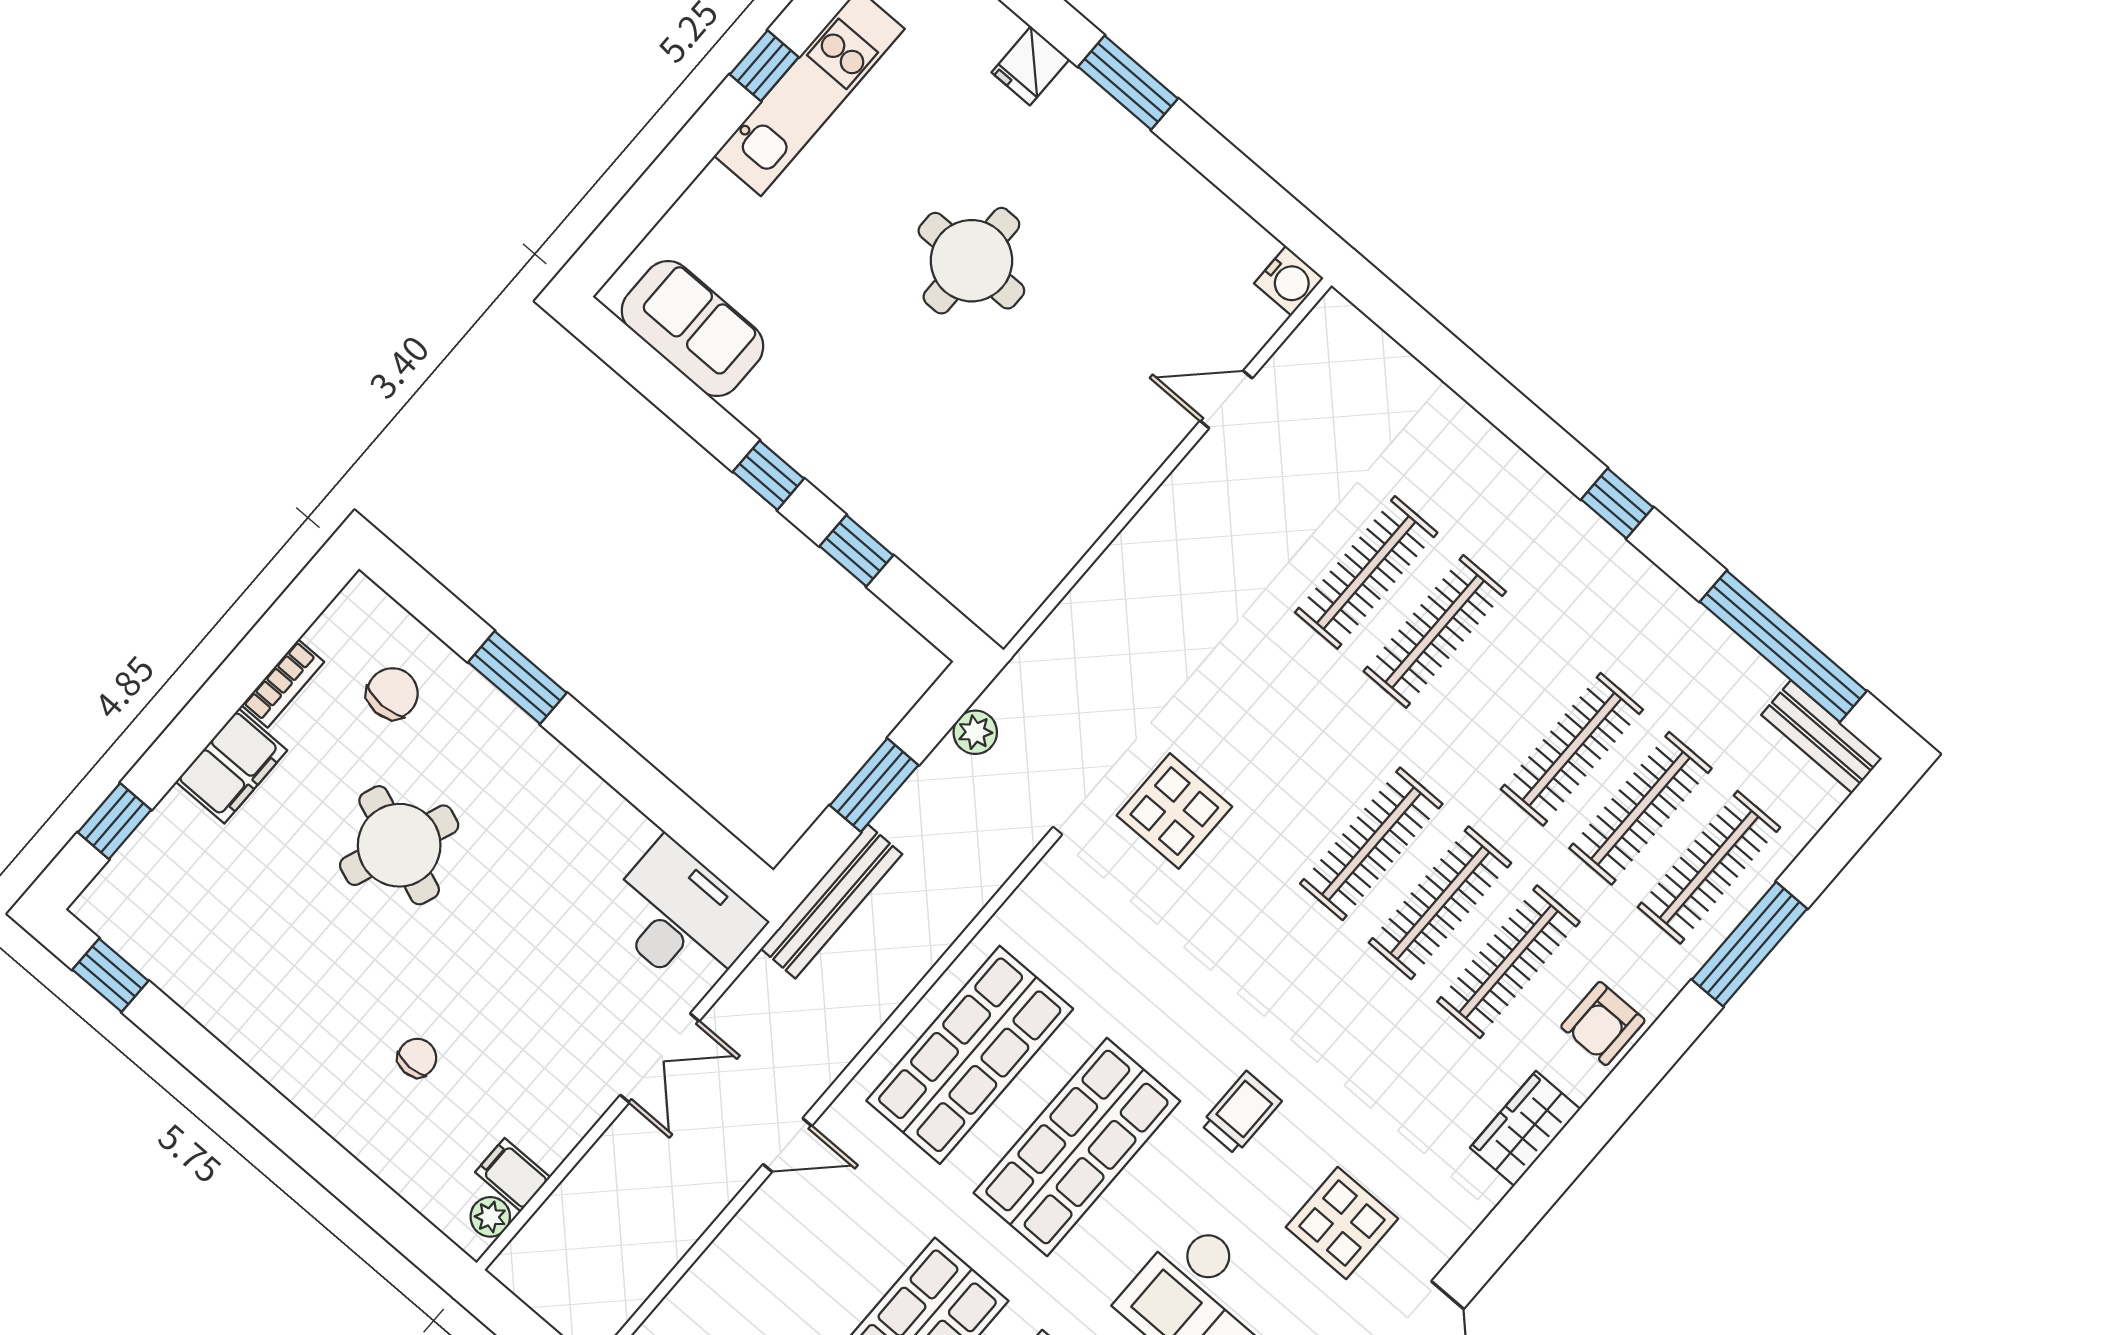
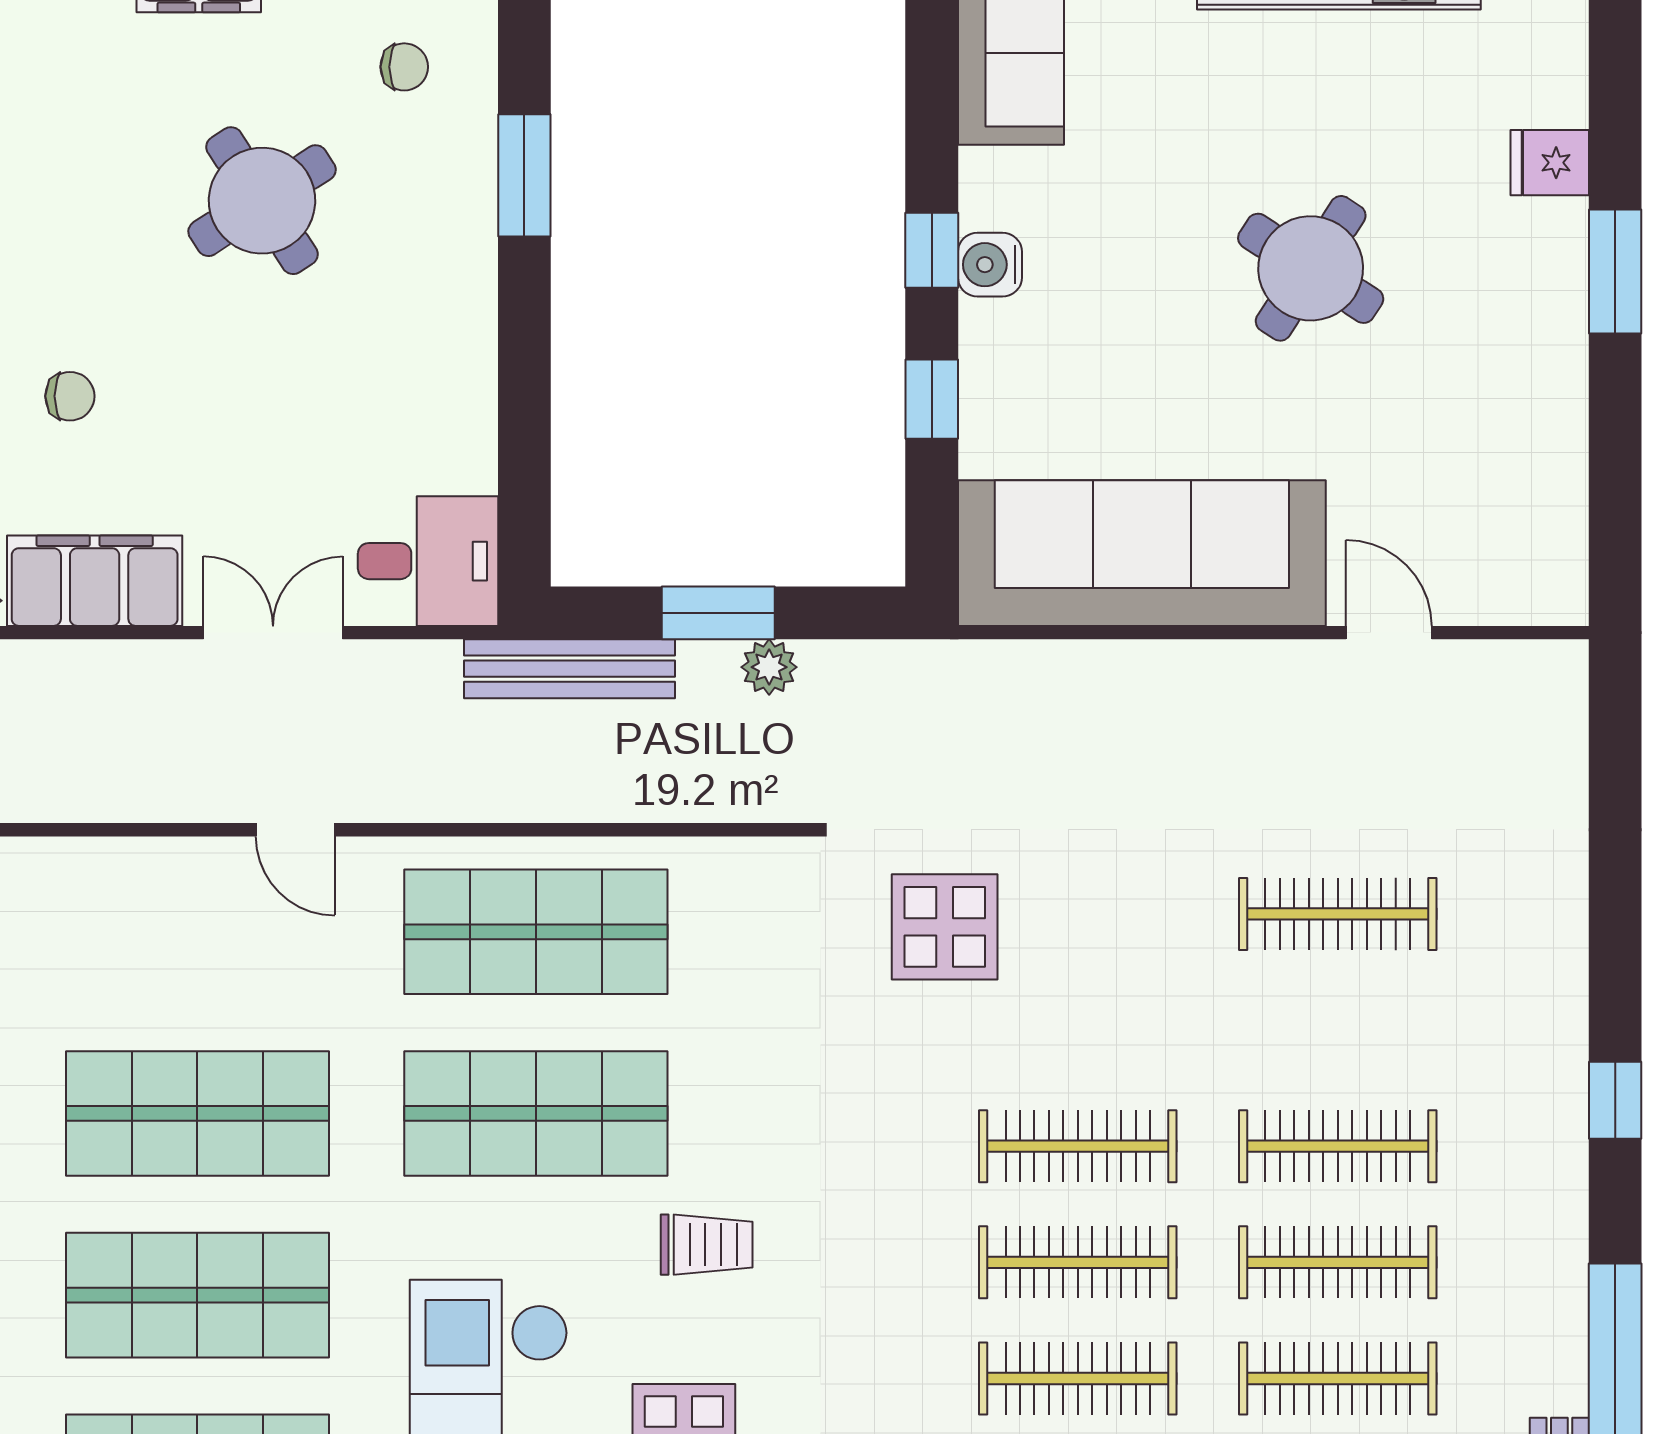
round table: (971, 261) -> (1311, 268), turned 33
water cooler: (1289, 281) -> (990, 265), moved, turned 90
sofa: (1054, 505) -> (1142, 553), added
clothes rail: (1435, 631) -> (1338, 1146), moved
chair: (392, 693) -> (404, 67), width x0.73, depth x0.73
plant: (975, 732) -> (769, 667), moved
round table: (399, 845) -> (262, 201), turned 36
desk: (682, 918) -> (428, 561), width x0.73
double door: (660, 1058) -> (273, 633), swing flipped
filing cabinet: (513, 1175) -> (95, 581), width x3.00, depth x1.17

